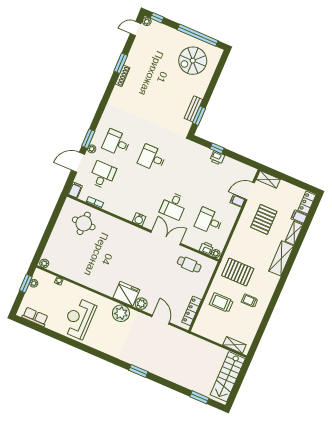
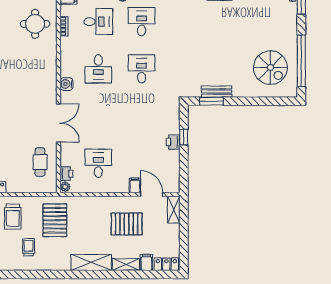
spiral stairs: (193, 61) -> (270, 68), turned 180
desk: (173, 206) -> (98, 69), moved, turned -90
trolley: (221, 303) -> (13, 217), turned 180

